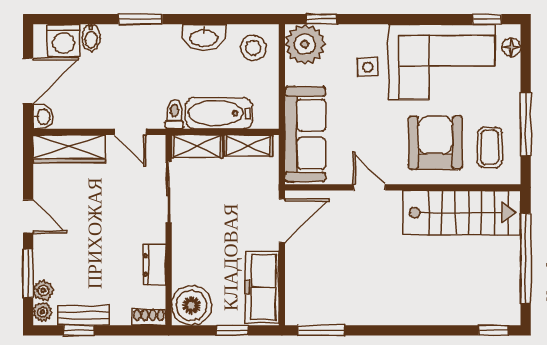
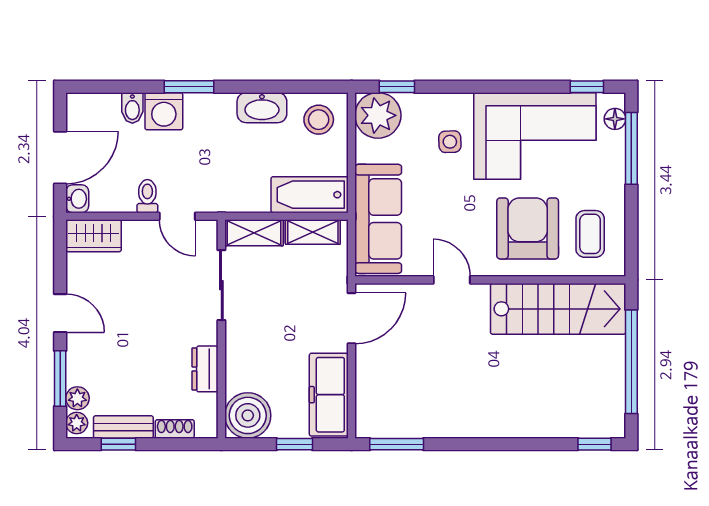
washing machine: (64, 40) -> (164, 111), moved
bathtub: (219, 113) -> (310, 195), moved
toilet: (175, 114) -> (147, 196), moved
window: (526, 124) -> (631, 148), moved
wardrobe: (69, 149) -> (93, 236), width x0.67
shoe rack: (149, 317) -> (175, 429), moved

